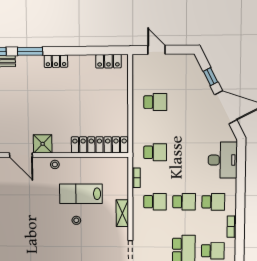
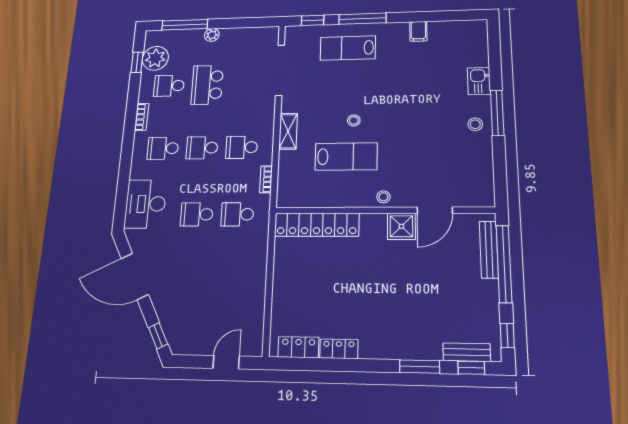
door: (157, 50) -> (226, 362), swing flipped
locker: (56, 61) -> (339, 349), moved
window: (210, 77) -> (158, 336), moved
school desk: (155, 102) -> (197, 214), moved
door: (21, 155) -> (435, 210), swing flipped

